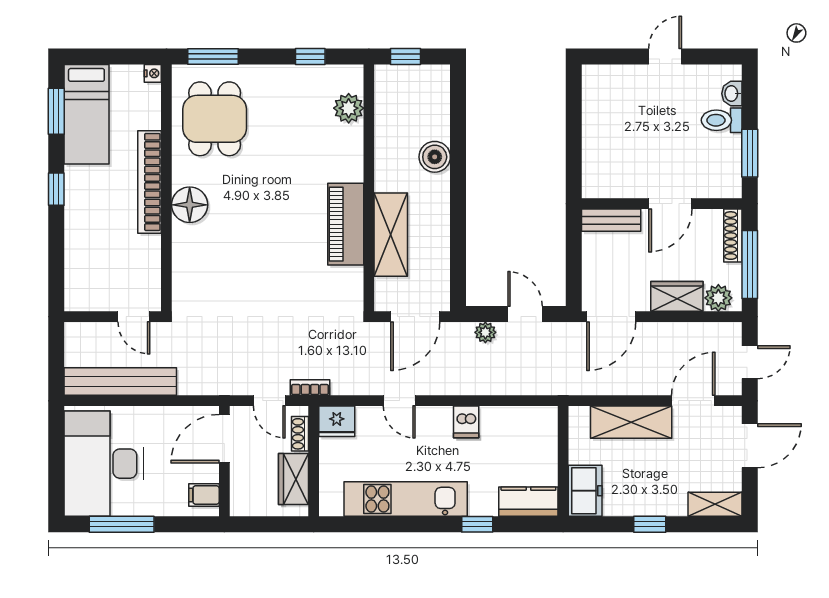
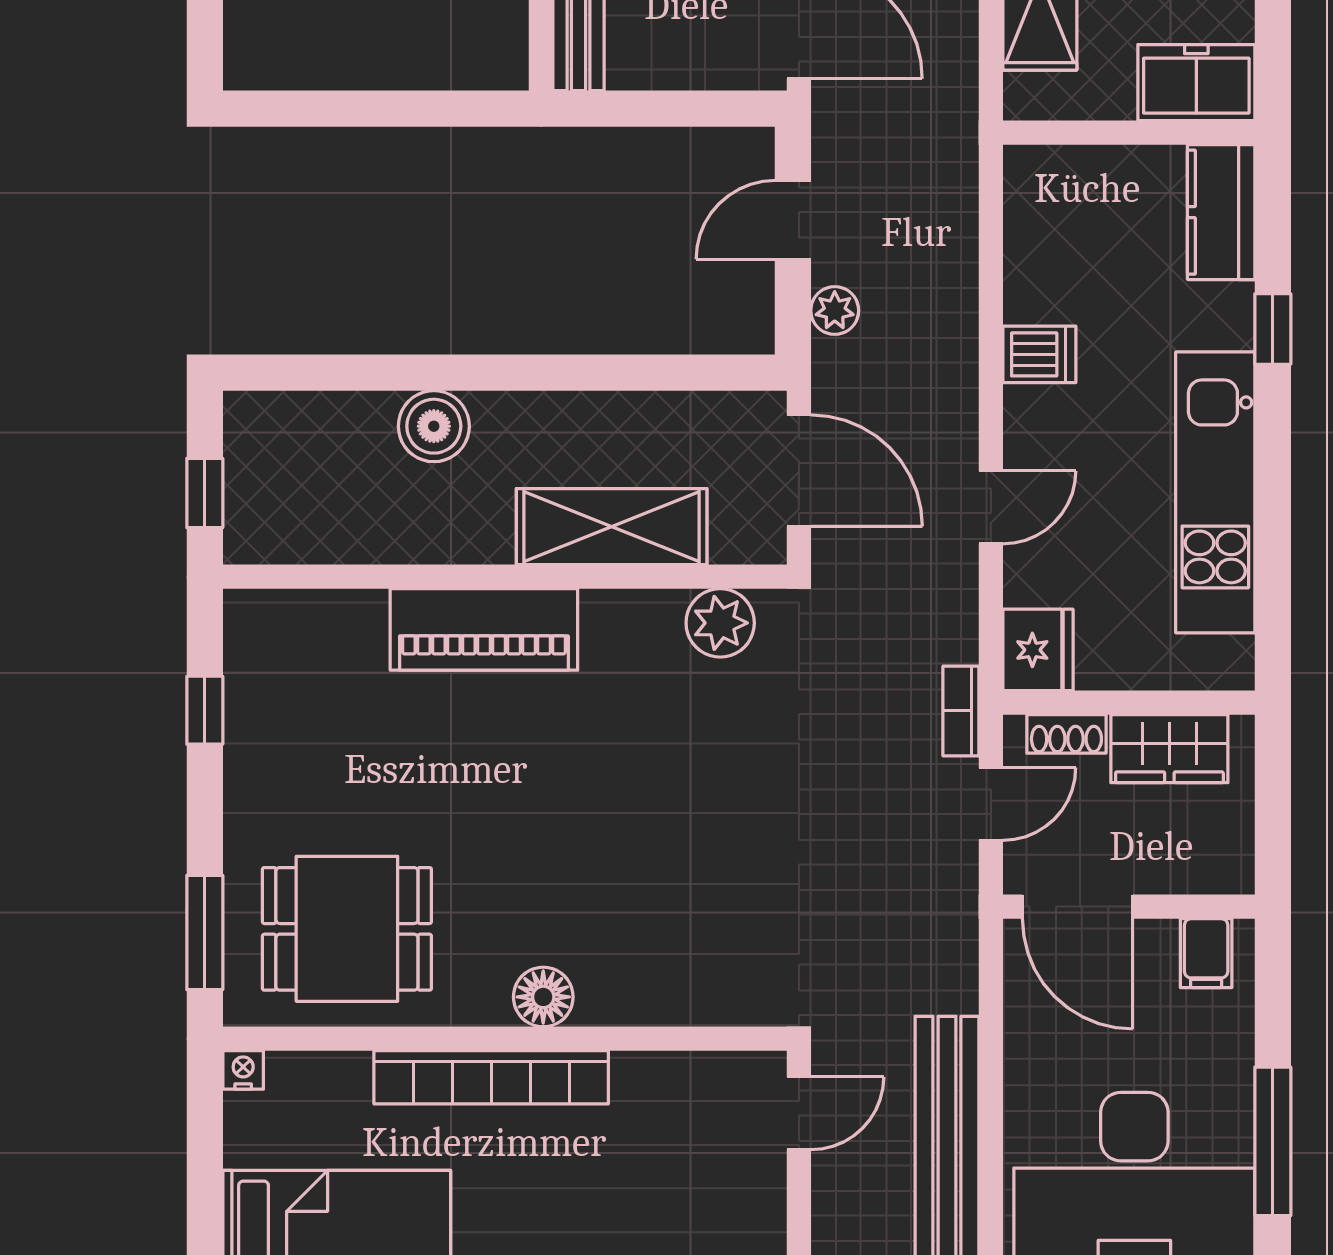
plant: (349, 108) -> (720, 623), moved
floor lamp: (190, 205) -> (543, 997), width x0.73, depth x0.73
piano: (346, 224) -> (484, 629), moved

